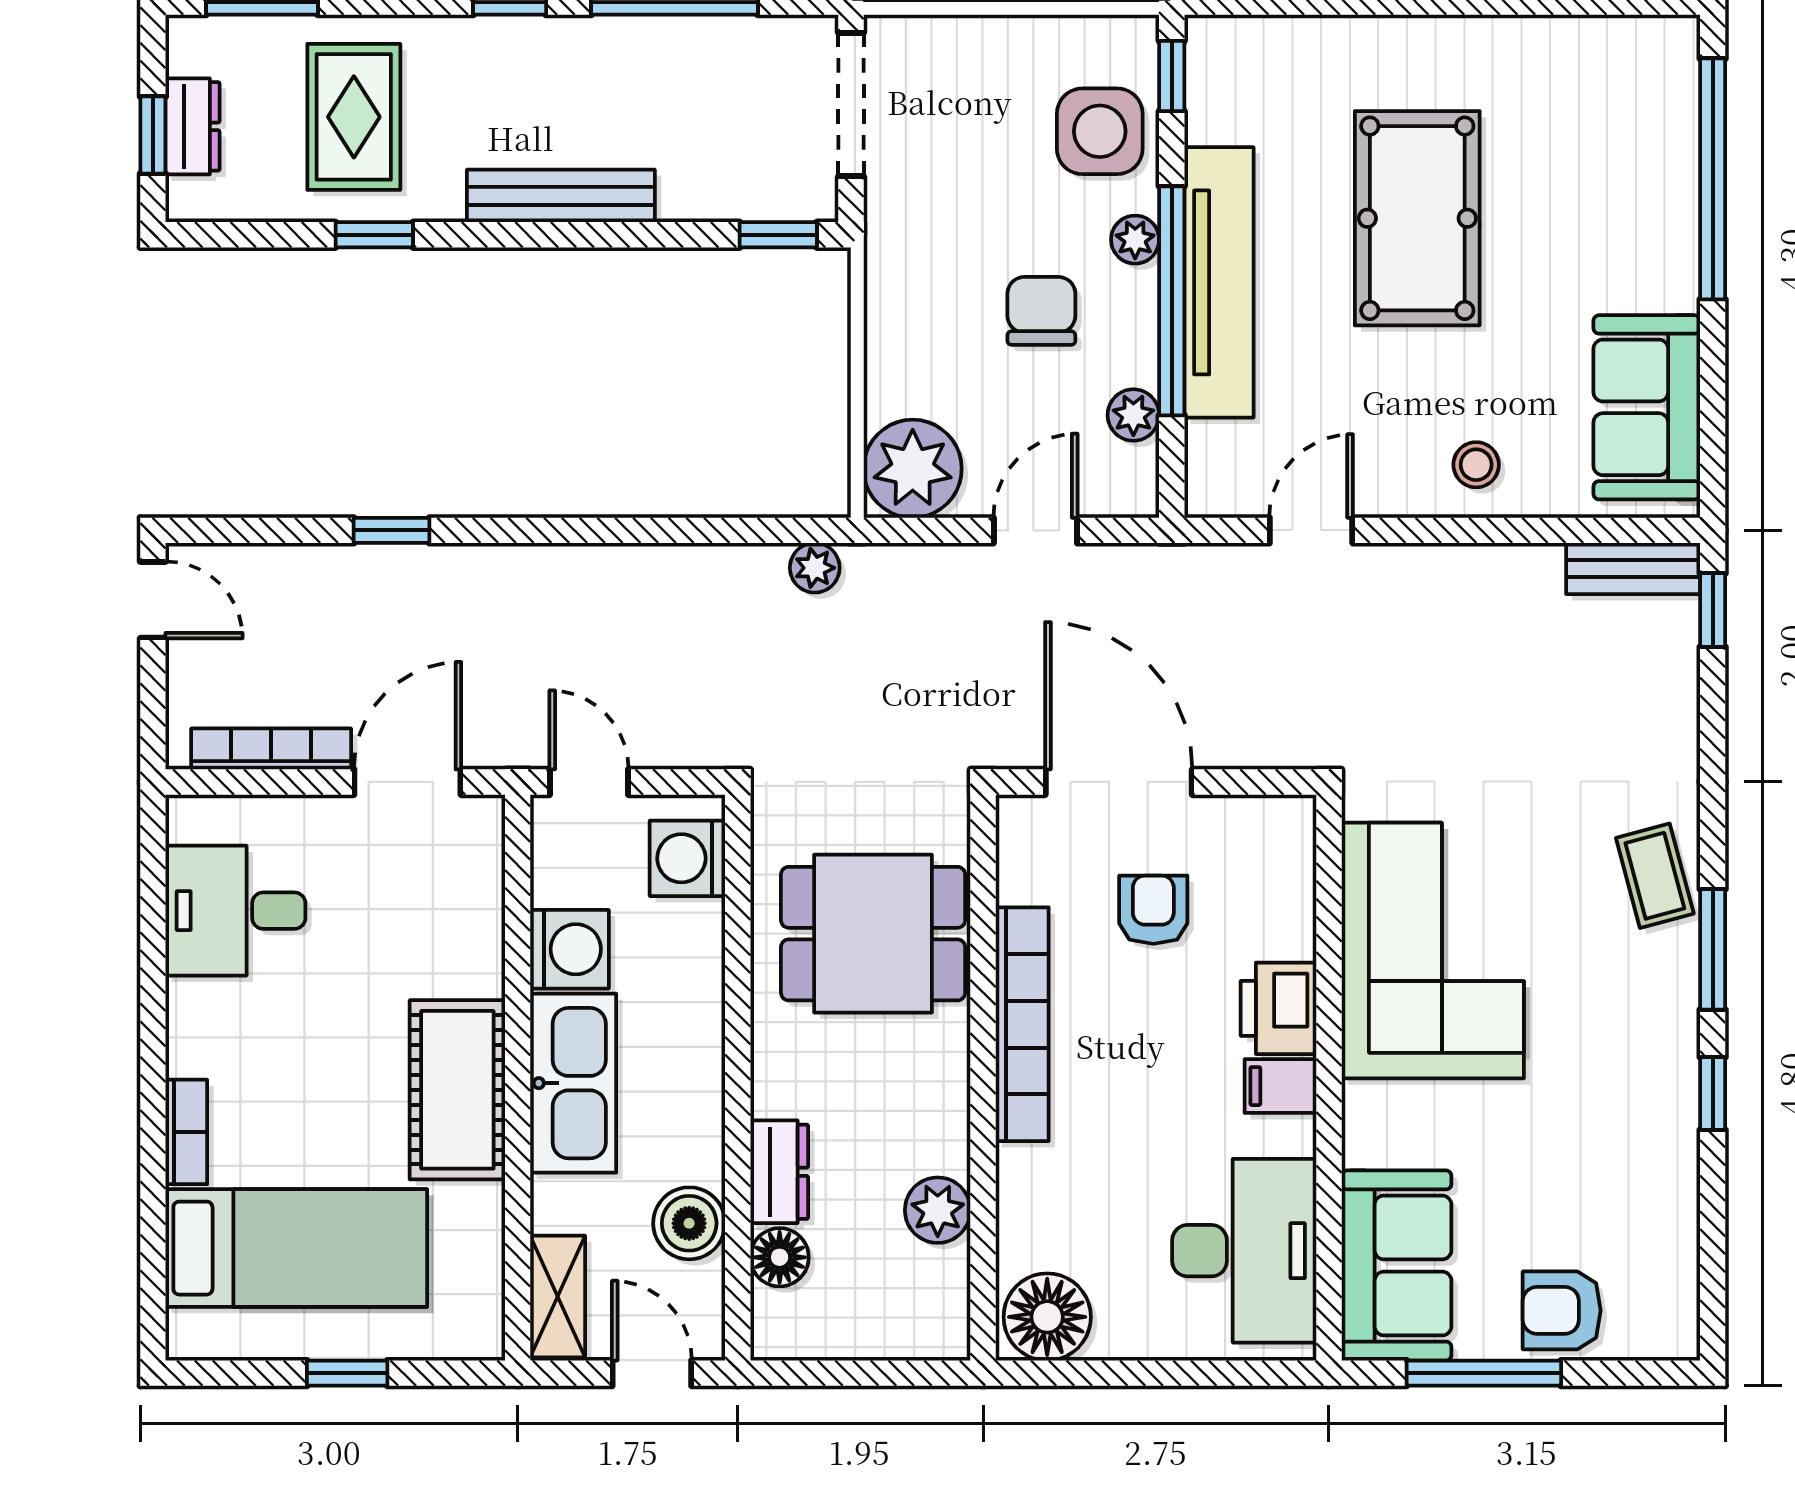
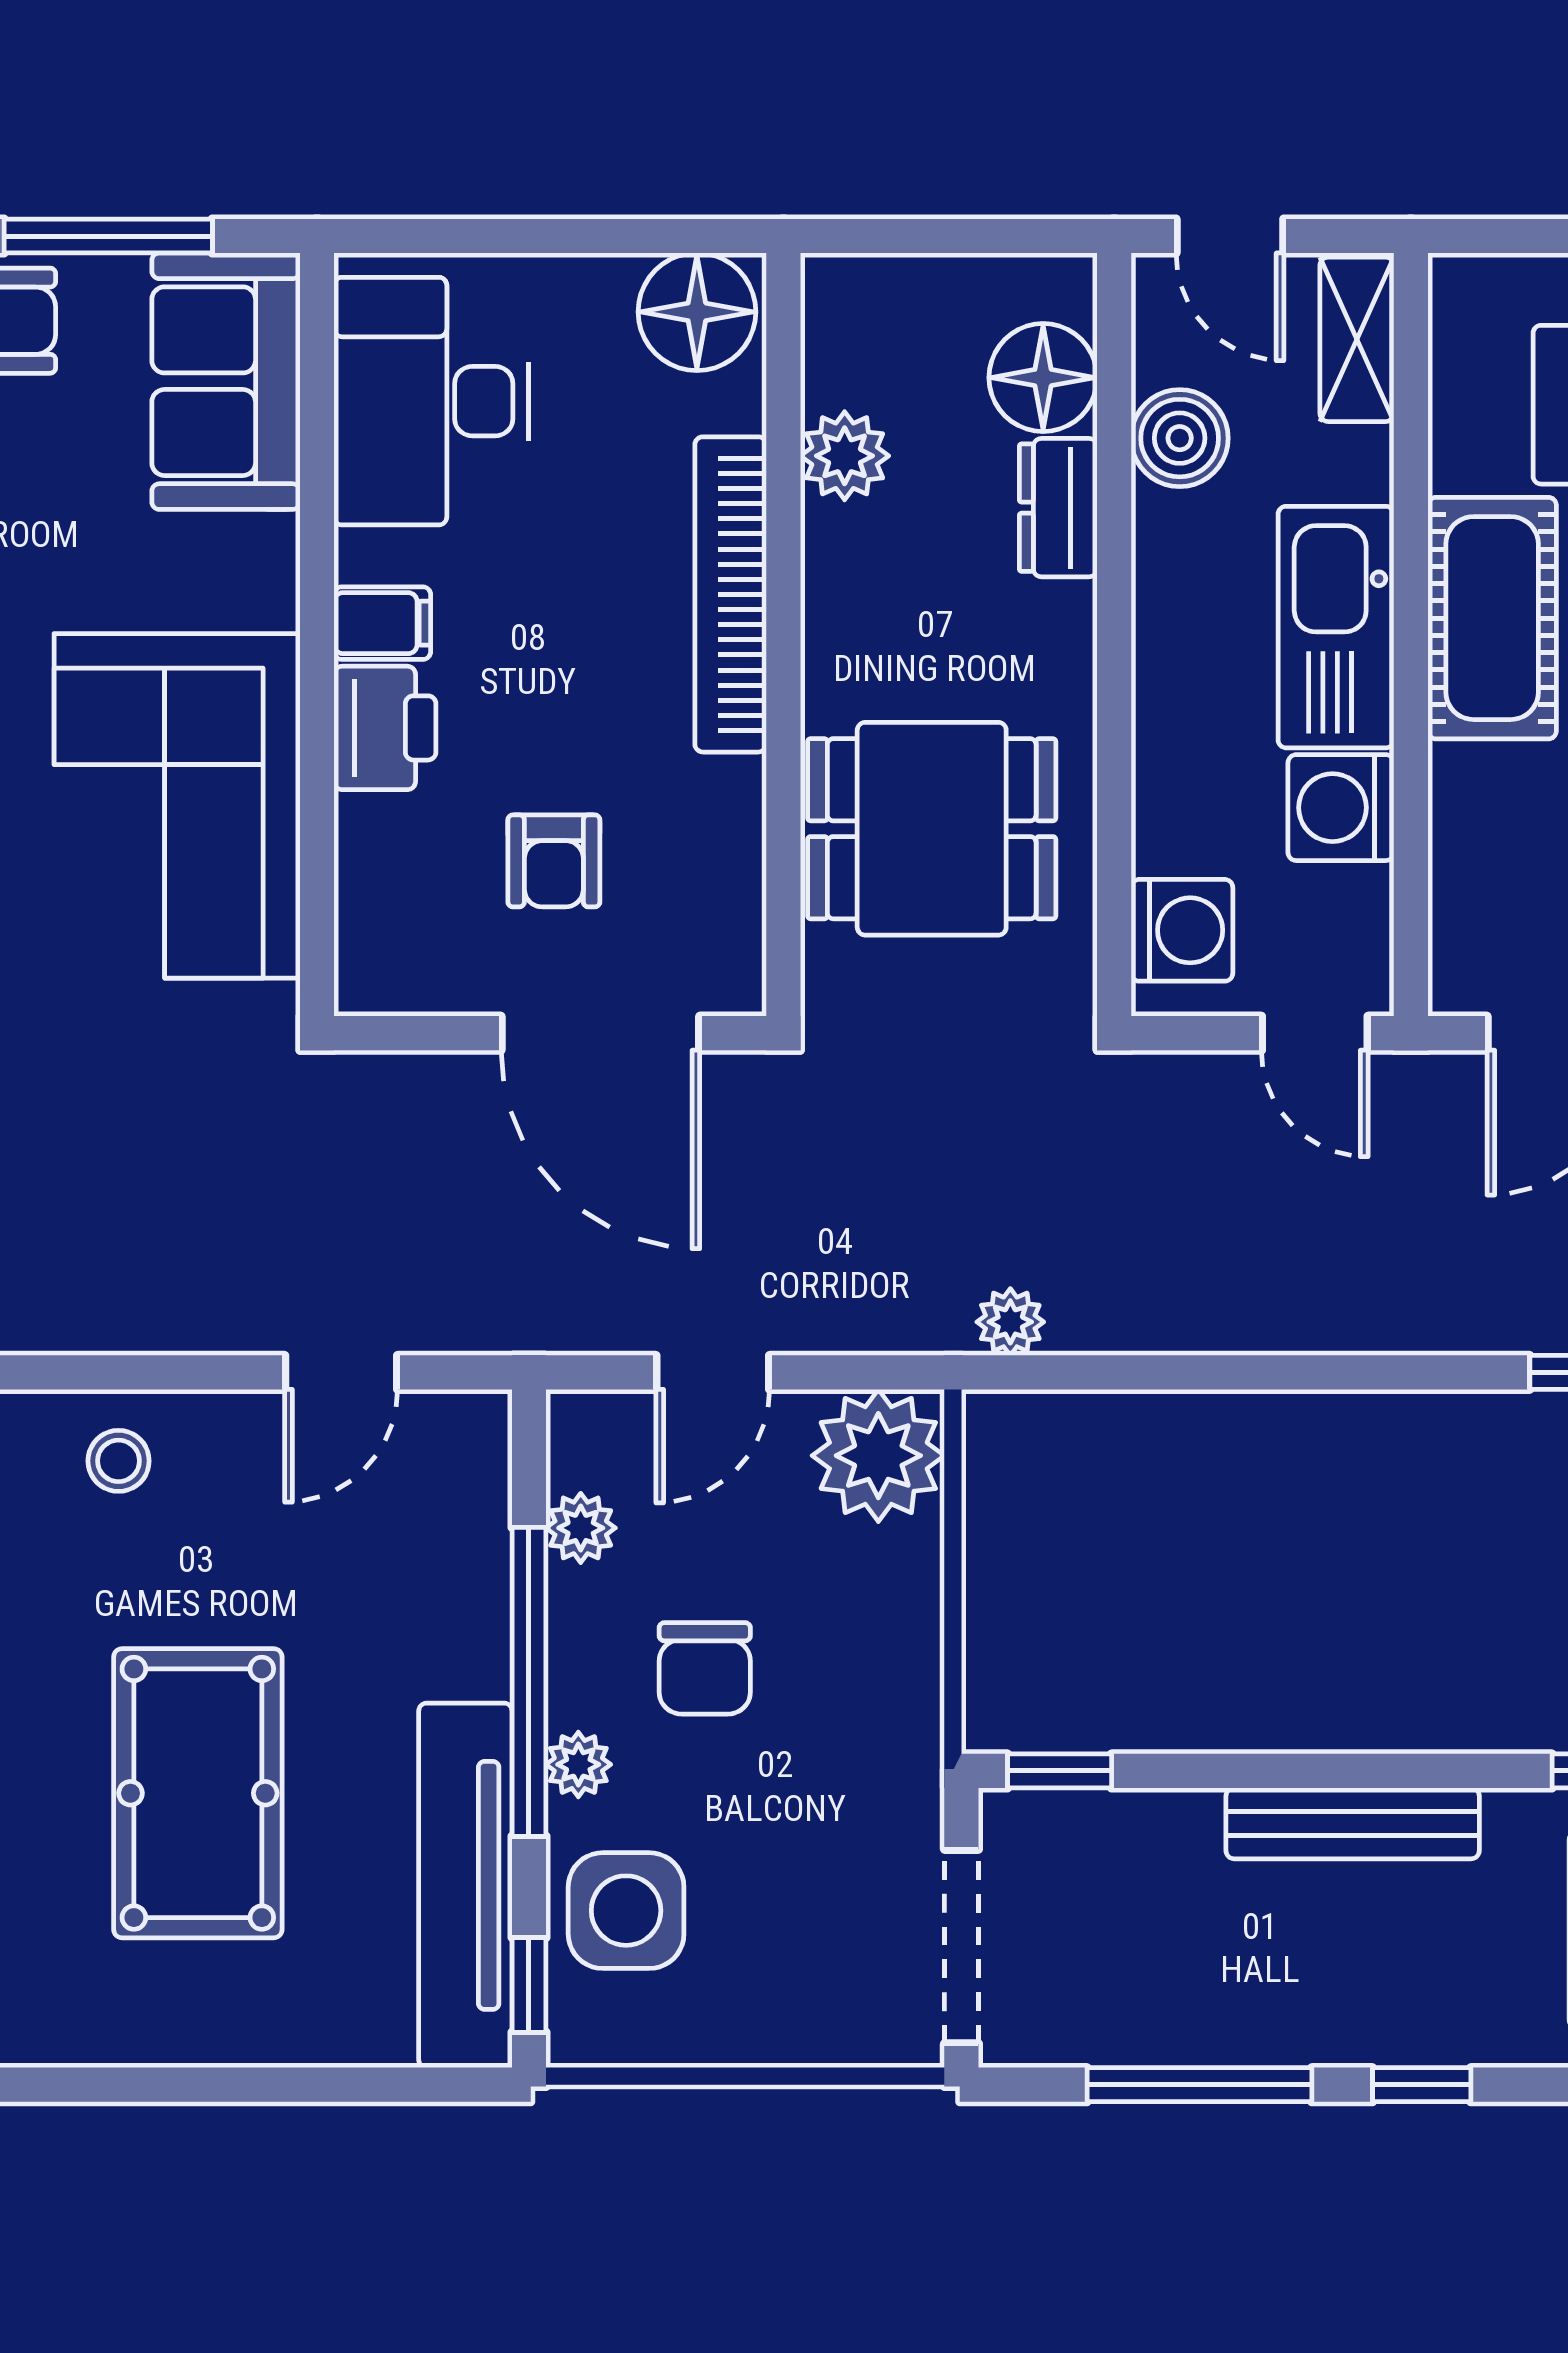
tv unit: (1219, 282) -> (465, 1885), moved
bookcase: (1022, 1024) -> (731, 594), moved
floor lamp: (780, 1257) -> (1043, 378), width x1.38, depth x1.38

